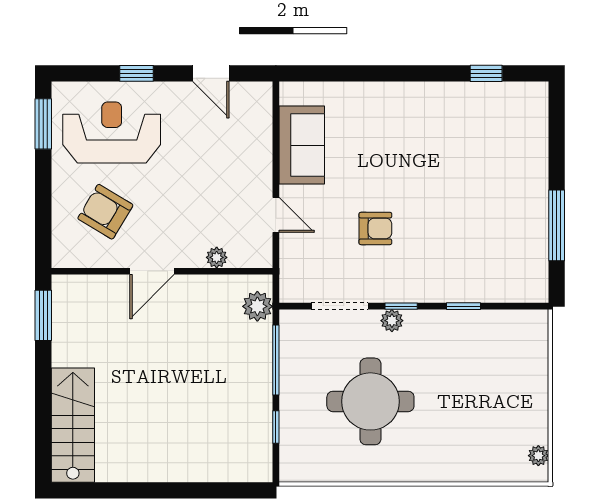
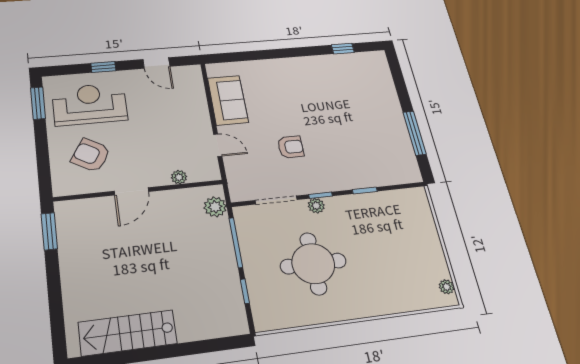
stairs: (73, 425) -> (128, 333), moved, turned -90

